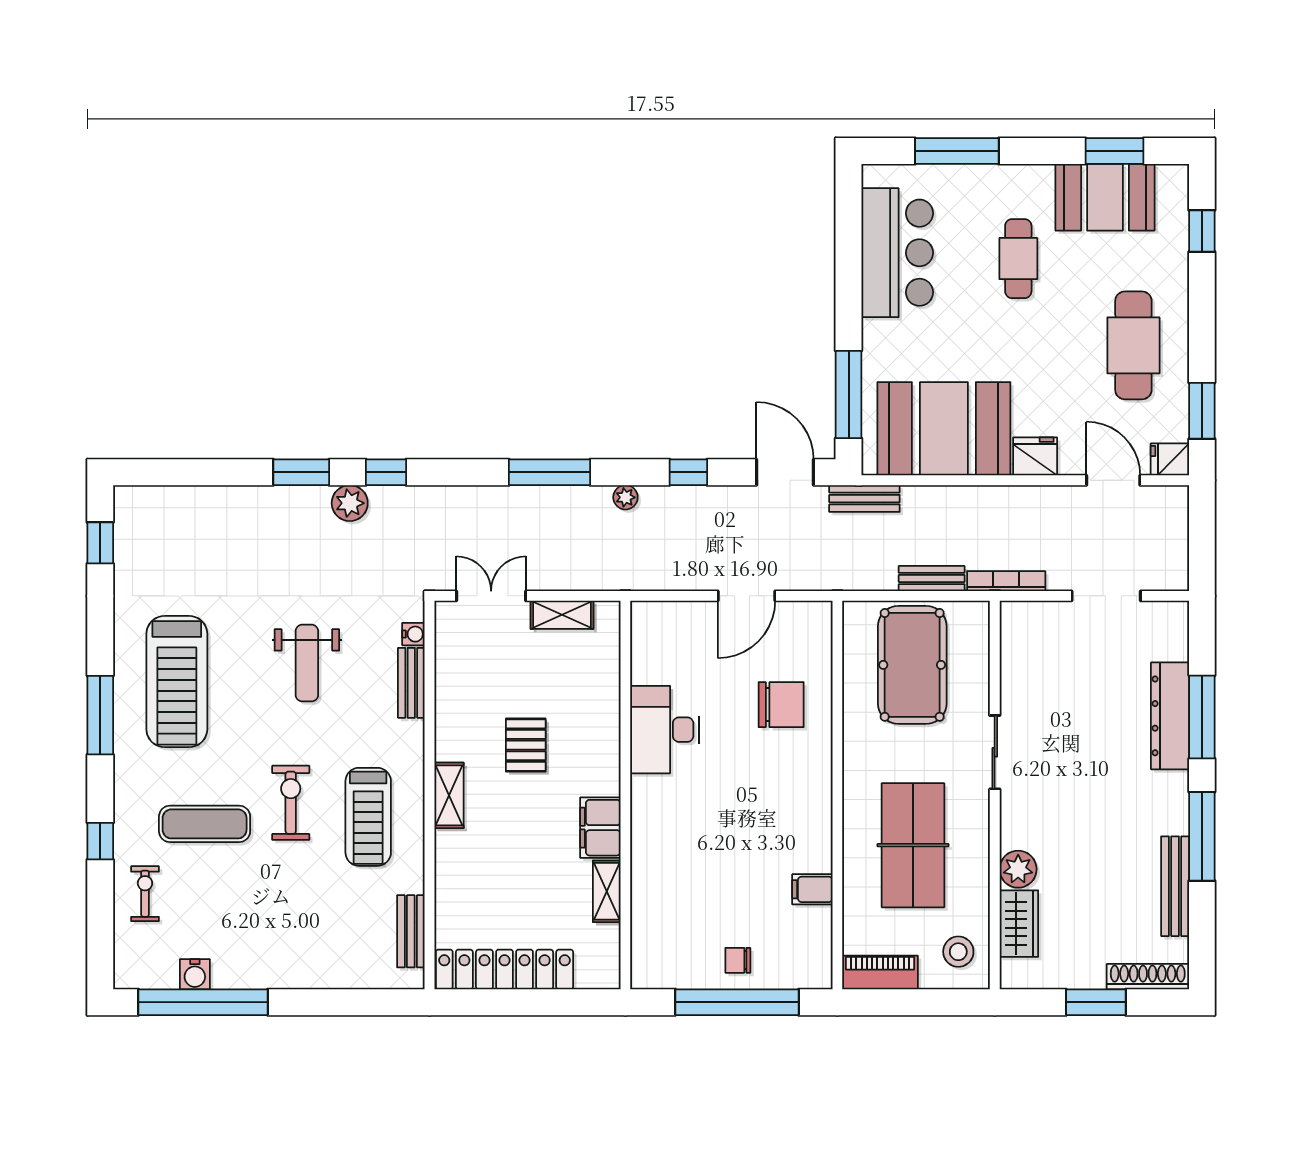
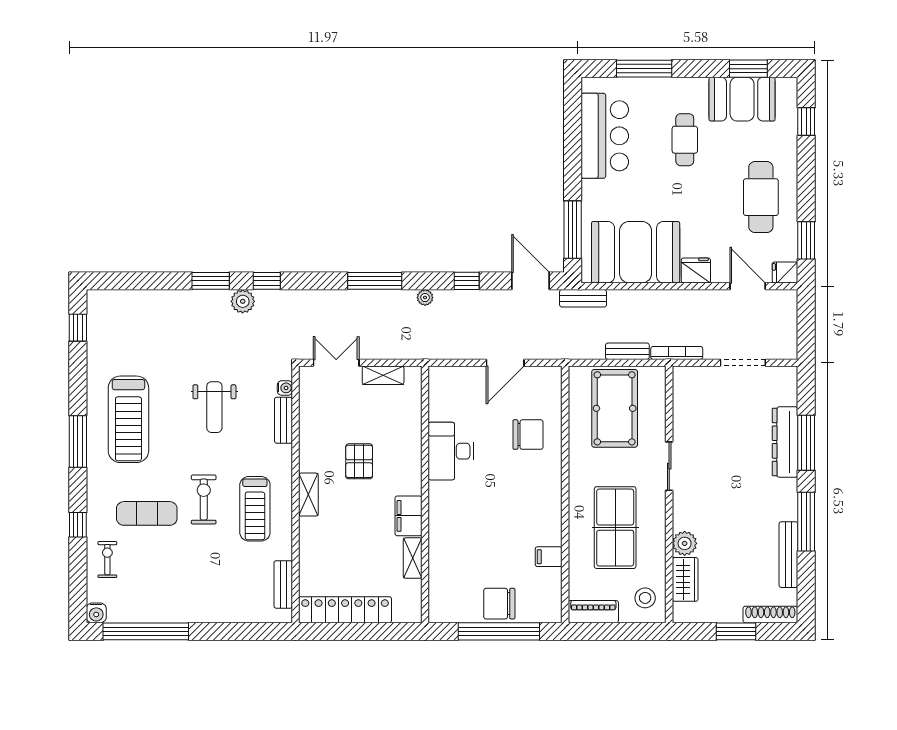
chair: (738, 960) -> (499, 604), width x1.87, depth x1.87
water cooler: (195, 974) -> (96, 613), moved

